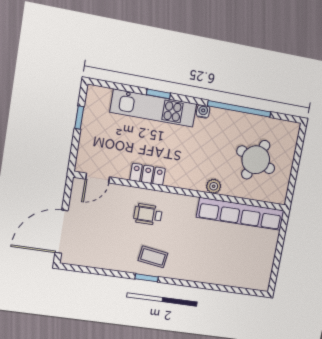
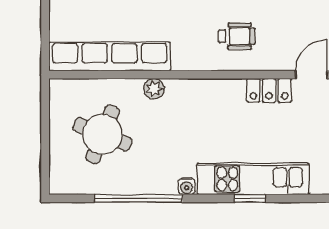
locker: (148, 174) -> (269, 90), moved

